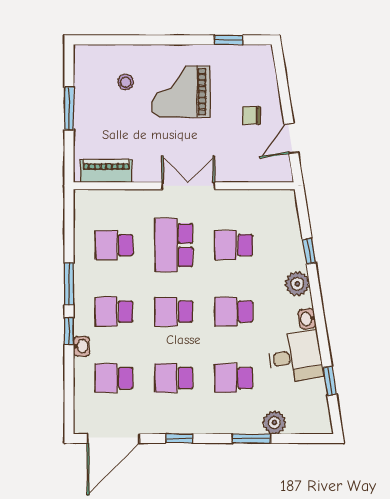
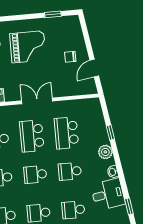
grand piano: (181, 92) -> (28, 47), turned 180
school desk: (234, 245) -> (66, 133), width x1.85

